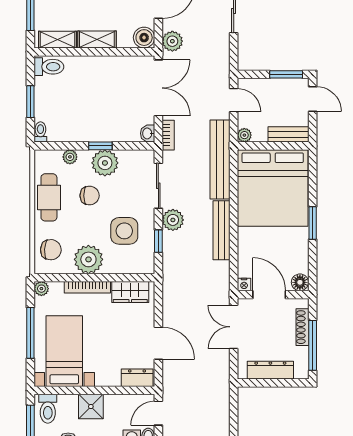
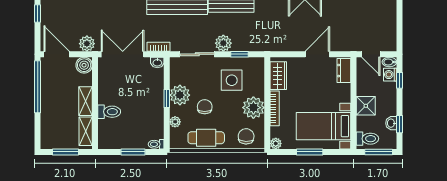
toilet: (49, 67) -> (109, 112), moved, turned 90
window: (30, 333) -> (310, 152), width x0.69

